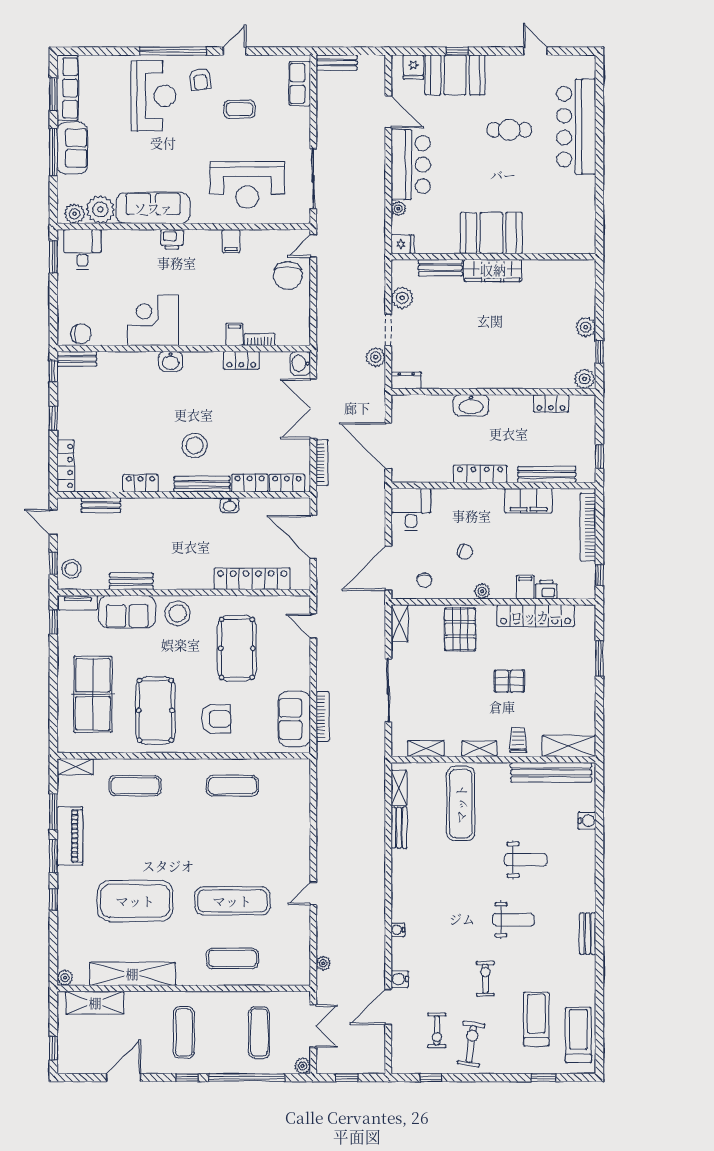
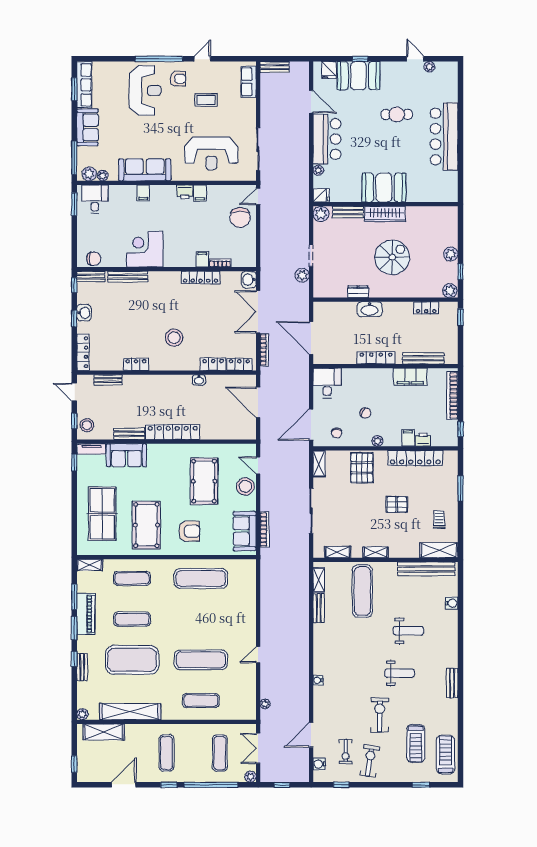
plant: (556, 63) -> (429, 67), added
armchair: (200, 79) -> (178, 79), turned -83
bar counter: (576, 127) -> (444, 136), moved
window: (53, 152) -> (74, 158), moved
plant: (100, 209) -> (103, 175), width x0.53, depth x0.53
printer: (172, 239) -> (185, 192), moved
filing cabinet: (151, 241) -> (143, 193), added
plant: (402, 298) -> (321, 214), moved
spiral stairs: (503, 332) -> (392, 257), added
locker: (241, 360) -> (201, 278), width x1.53
washbasin: (171, 361) -> (84, 313), moved, turned -90
dresser: (406, 380) -> (358, 292), moved
window: (599, 456) -> (460, 317), moved
bench: (202, 484) -> (128, 277), moved
locker: (252, 579) -> (173, 432), moved
stool: (178, 613) -> (245, 486), moved
trolley: (518, 740) -> (439, 520), moved
exercise mat: (232, 786) -> (201, 578), width x1.36, depth x1.45
exercise mat: (135, 843) -> (132, 619), added
bench: (64, 911) -> (82, 667), added
water cooler: (400, 979) -> (319, 764), moved
exercise bike: (485, 979) -> (380, 715), width x1.38, depth x1.39
treadmill: (536, 1019) -> (416, 743), turned 180
double door: (313, 1026) -> (258, 748), swing flipped

